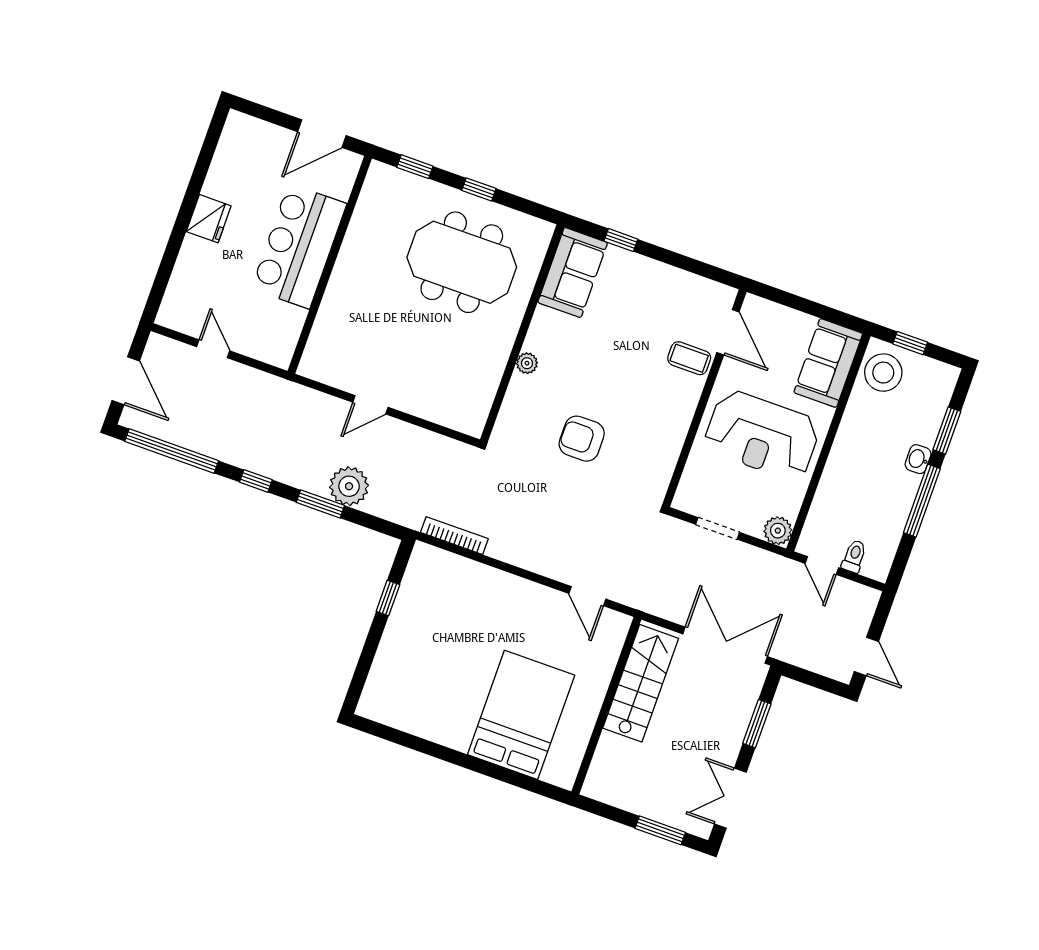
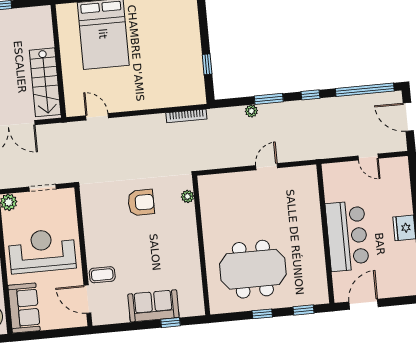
sofa: (573, 273) -> (153, 306), moved, turned 90
plant: (527, 363) -> (188, 196), moved
plant: (349, 486) -> (251, 111), width x0.53, depth x0.53

